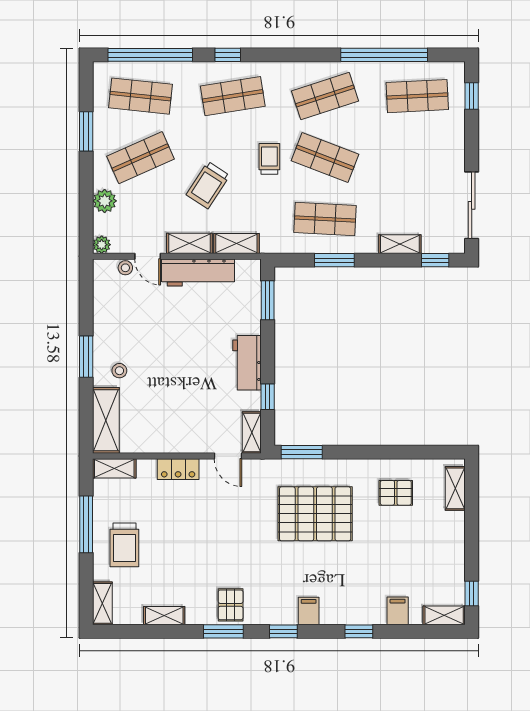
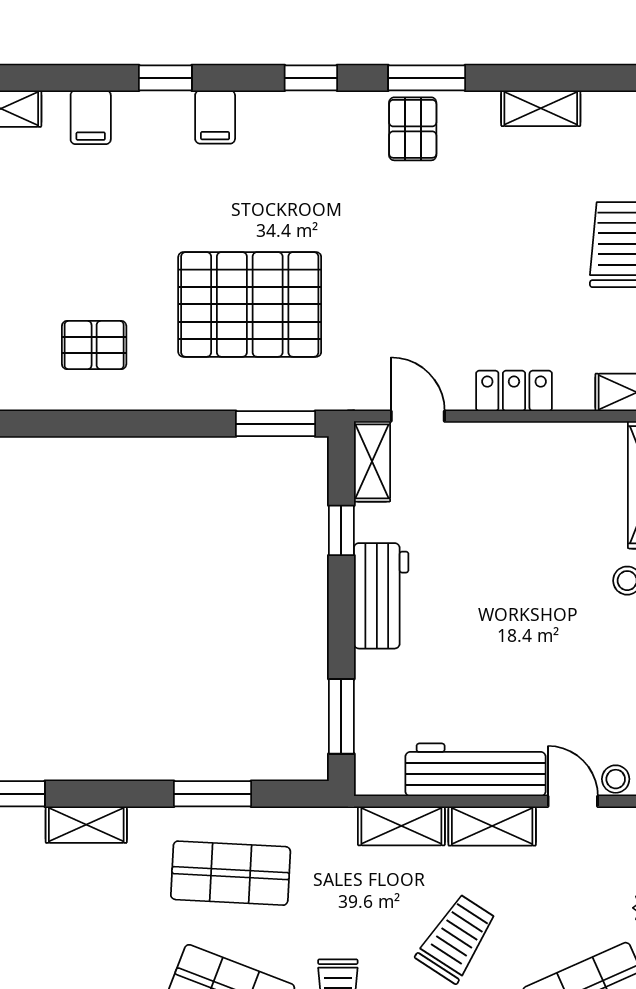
filing cabinet: (309, 611) -> (215, 117), moved

